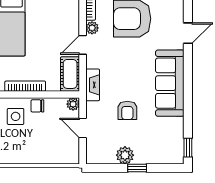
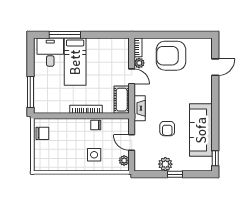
door: (83, 45) -> (132, 76), swing flipped
sofa: (170, 83) -> (201, 130), moved
plant: (73, 104) -> (124, 160), moved
side table: (16, 116) -> (94, 155), moved

